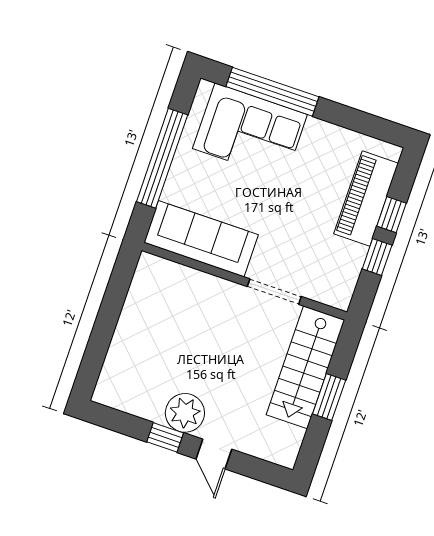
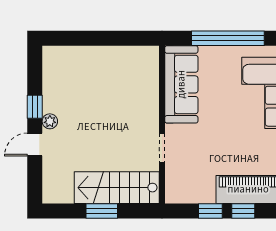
doorway: (274, 292) -> (162, 148), width x0.73
plant: (185, 413) -> (50, 121), width x0.53, depth x0.53

